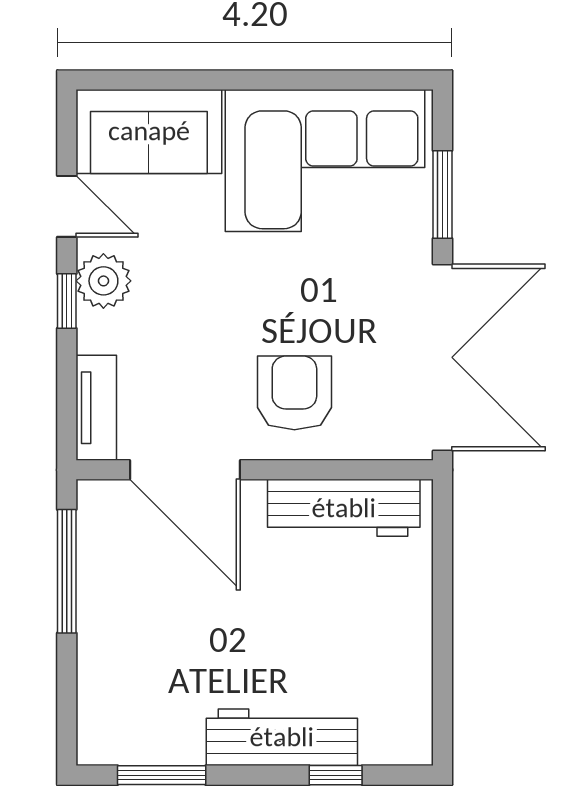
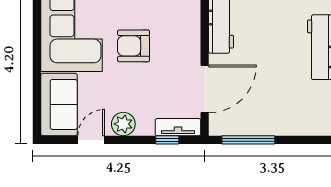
window: (67, 301) -> (167, 140), moved
armchair: (294, 393) -> (134, 46), moved

